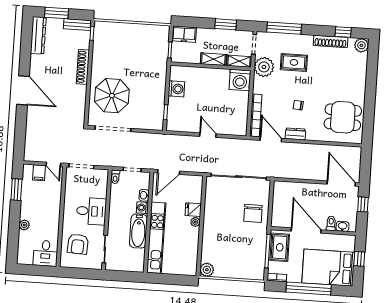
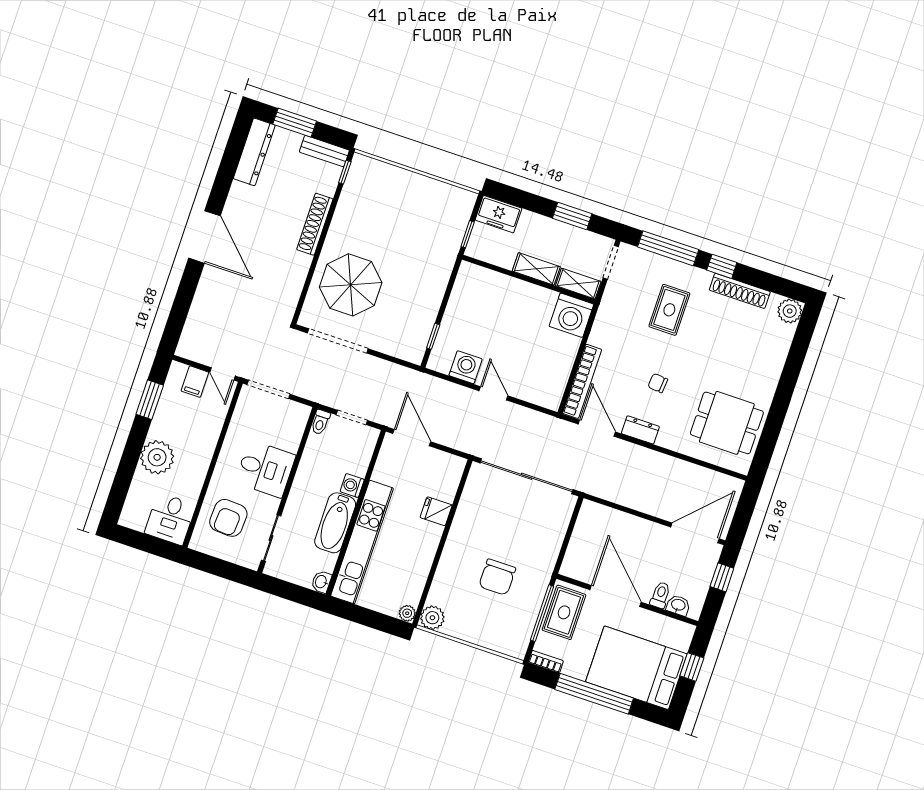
window: (343, 32) -> (722, 266), moved
rug: (294, 62) -> (669, 310), turned 90
plant: (264, 67) -> (617, 304), removed
washing machine: (176, 89) -> (466, 367), moved, turned -90
door: (169, 172) -> (412, 438), swing flipped
door: (341, 183) -> (695, 533), hinge flipped
washbasin: (144, 195) -> (321, 582), moved
chair: (253, 213) -> (497, 577), moved
plant: (195, 222) -> (407, 613), moved
plant: (24, 225) -> (157, 457), width x1.88, depth x1.88

